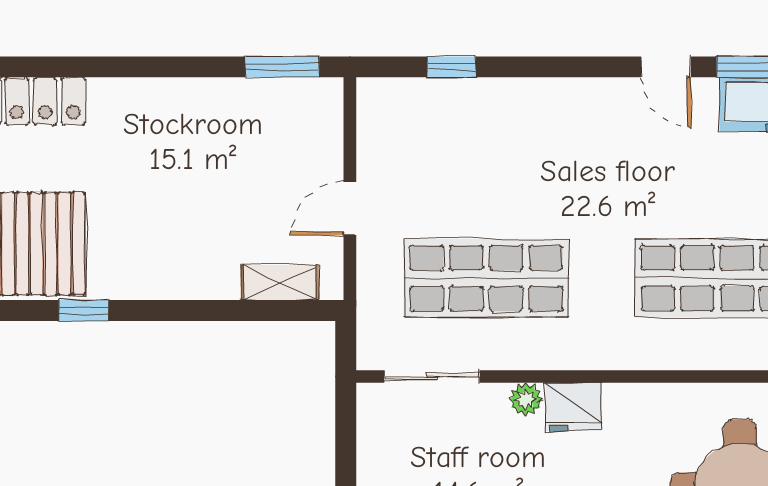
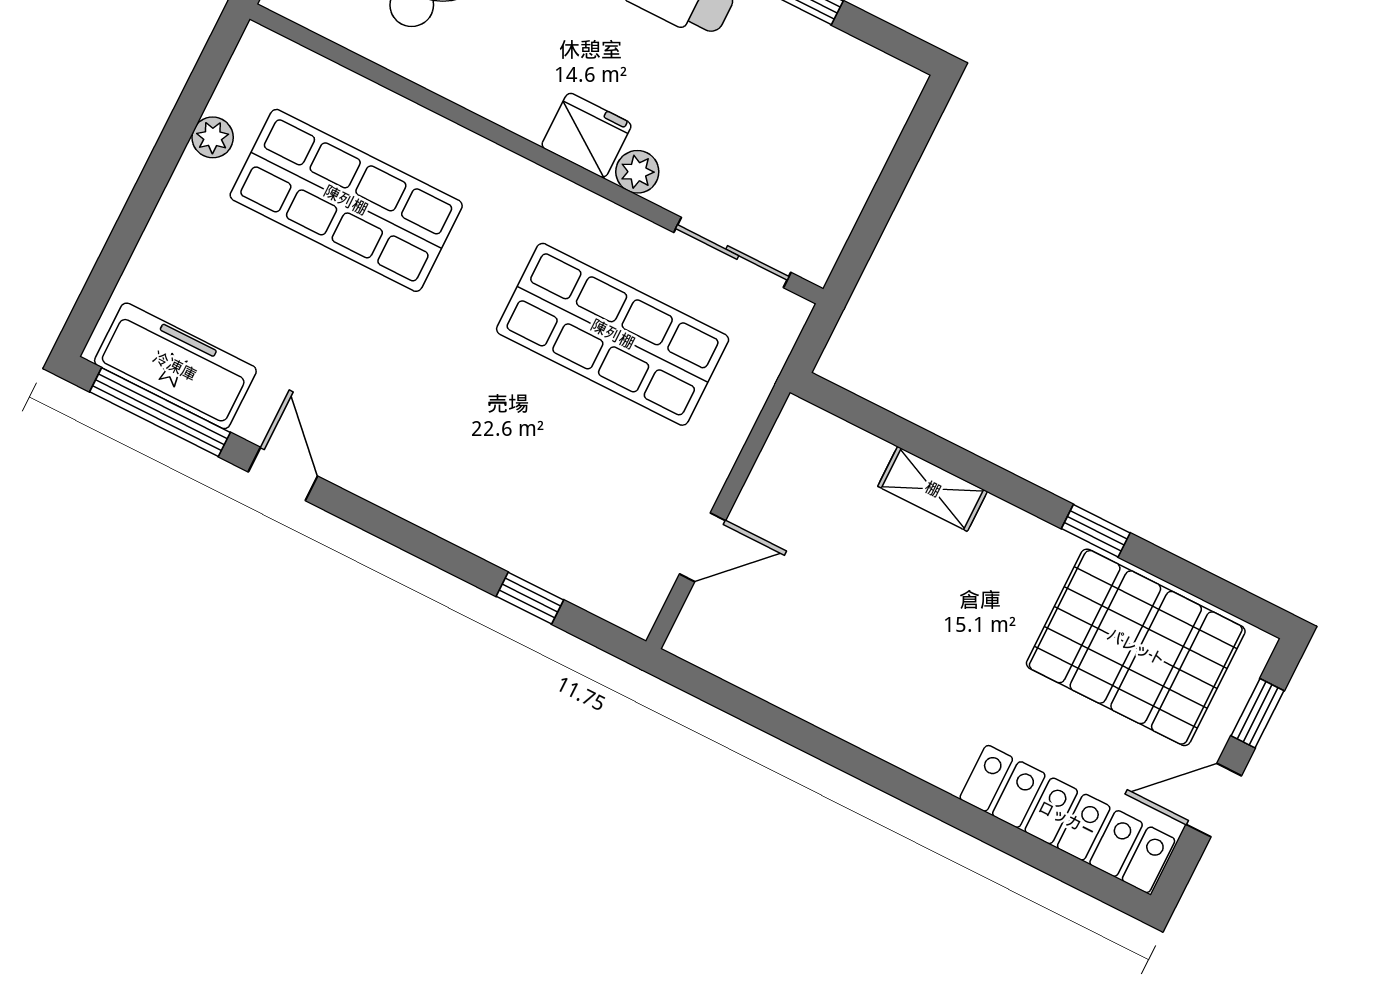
window: (282, 67) -> (725, 696), removed
door: (350, 208) -> (703, 547), moved
shelving: (280, 283) -> (933, 489), moved

